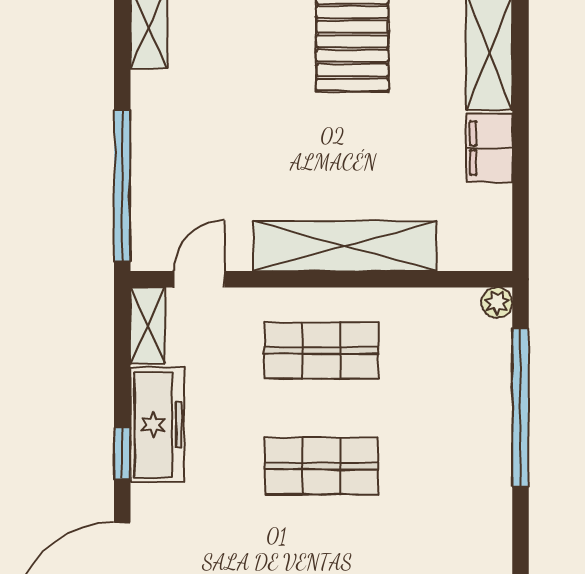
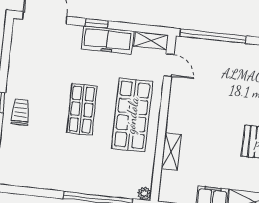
shelving: (345, 246) -> (171, 151), width x0.45, depth x0.75
shop shelf: (321, 350) -> (132, 115), width x1.43, depth x1.36

